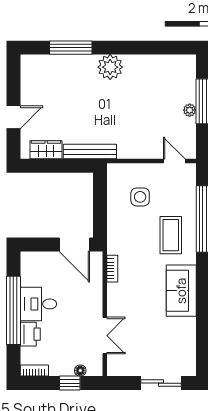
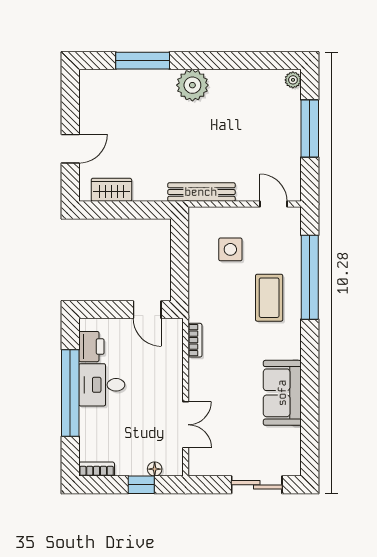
plant: (190, 110) -> (293, 80), moved
bench: (90, 152) -> (201, 192), moved
door: (74, 245) -> (147, 310), width x0.73
sofa: (181, 291) -> (282, 393), moved
printer: (30, 334) -> (91, 347), moved

